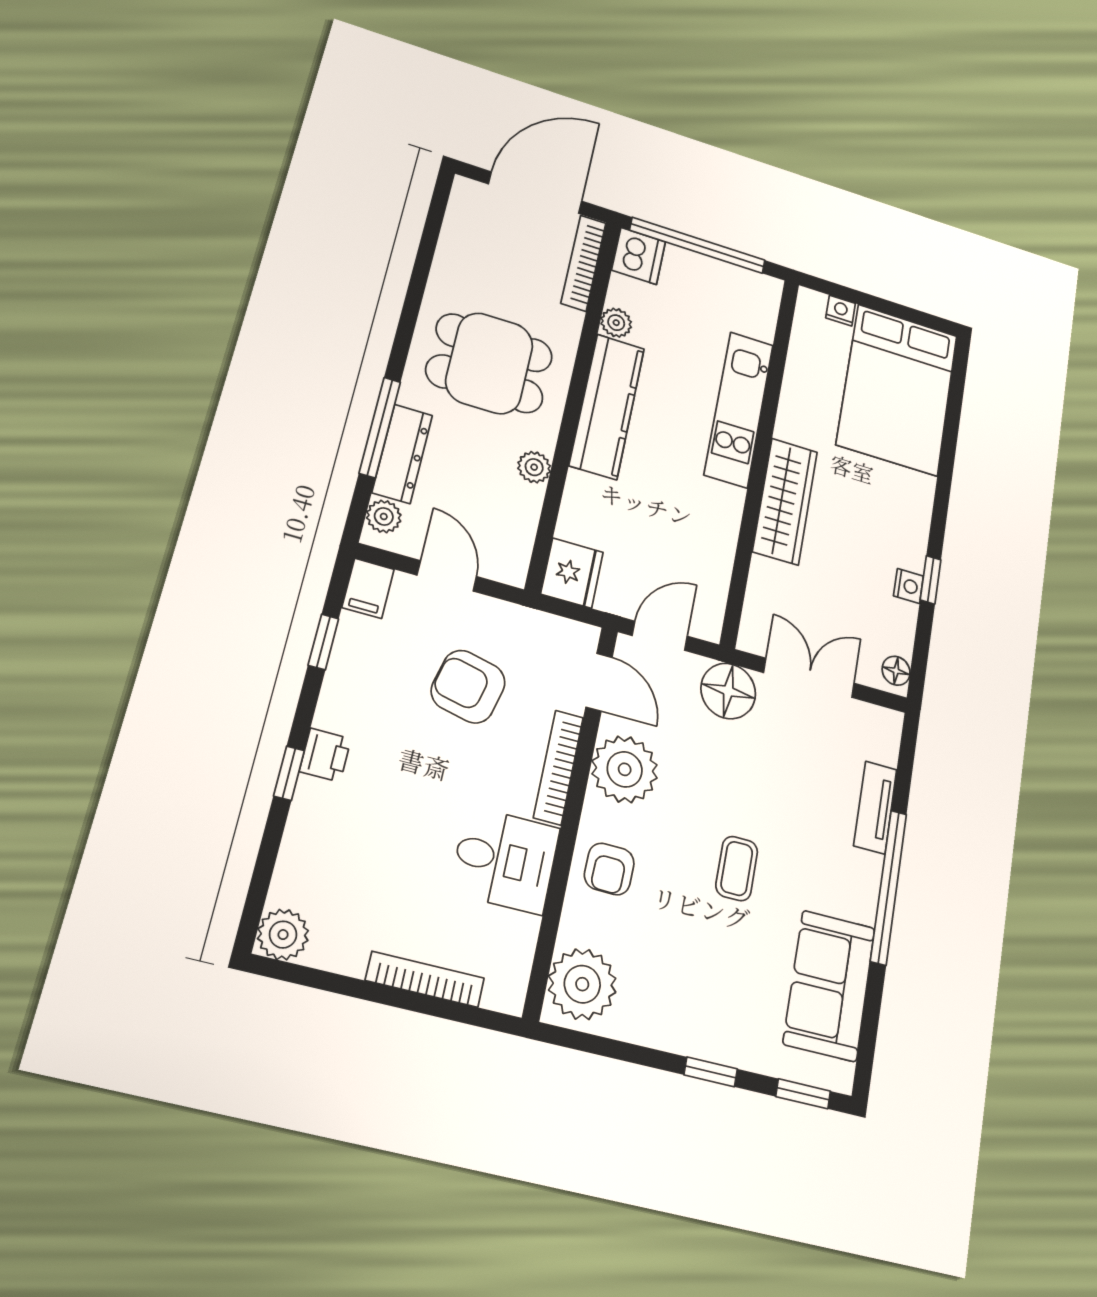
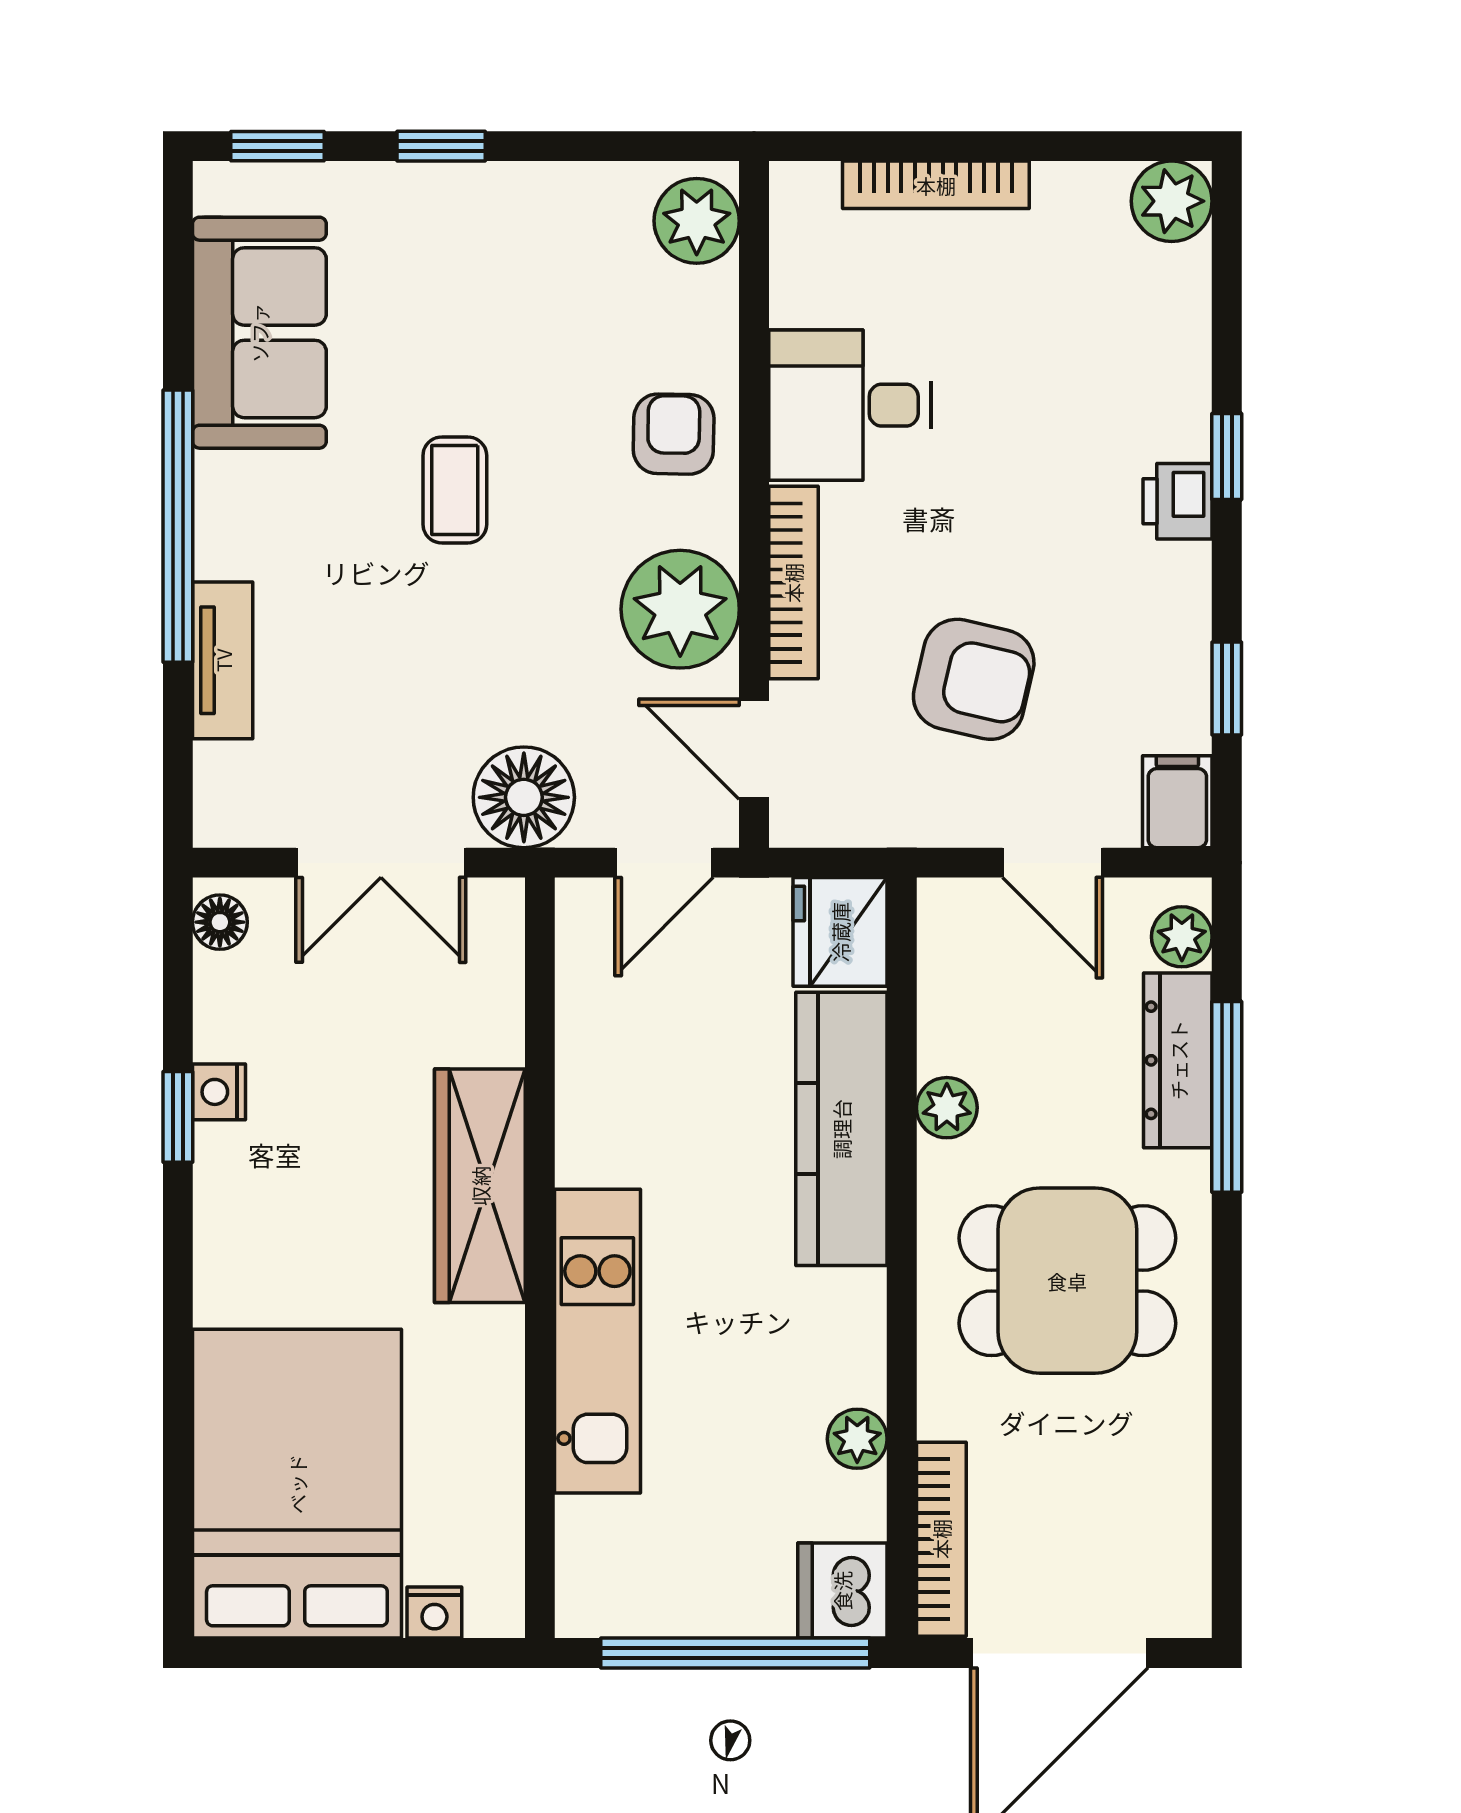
kitchen counter: (607, 406) -> (841, 1129), moved
plant: (582, 984) -> (697, 221), width x0.73, depth x0.73

